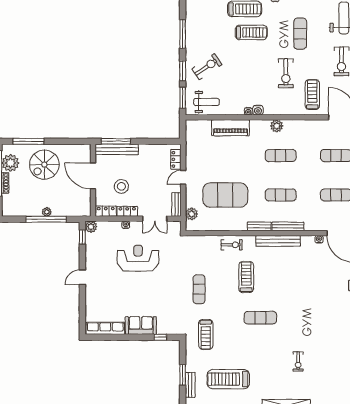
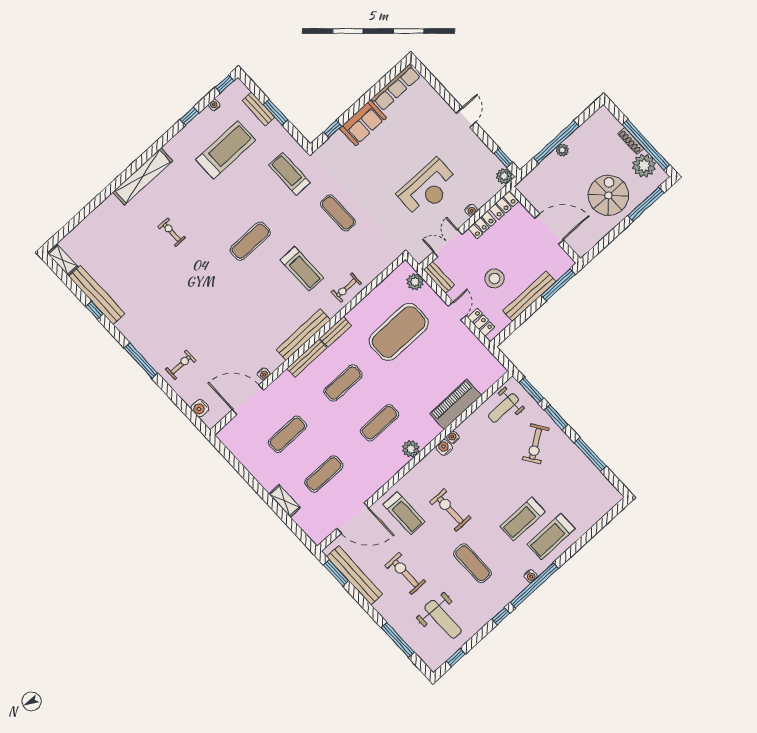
bench: (117, 149) -> (529, 296), moved
stool: (121, 186) -> (494, 279), moved

